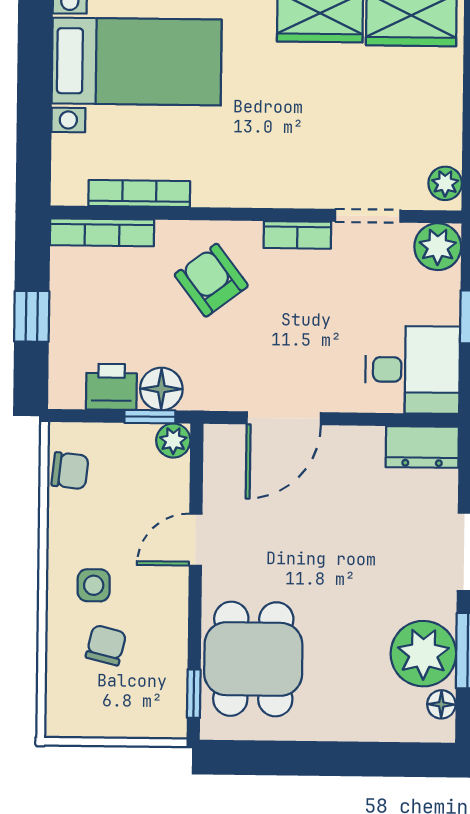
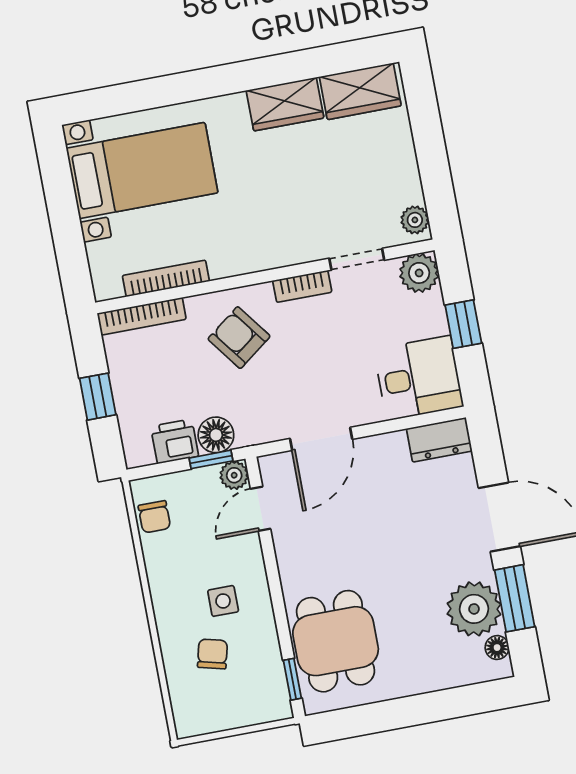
chair: (70, 471) -> (154, 517), turned 84
door: (196, 540) -> (260, 509), moved
side table: (94, 585) -> (223, 601), moved

